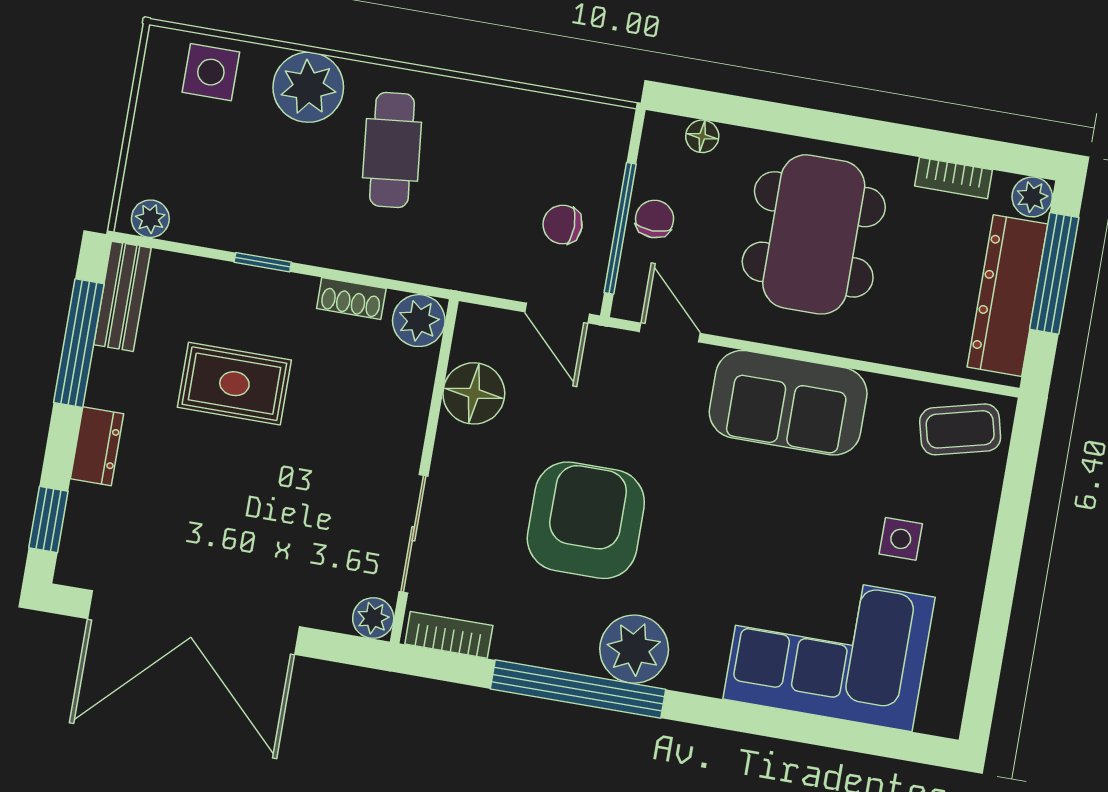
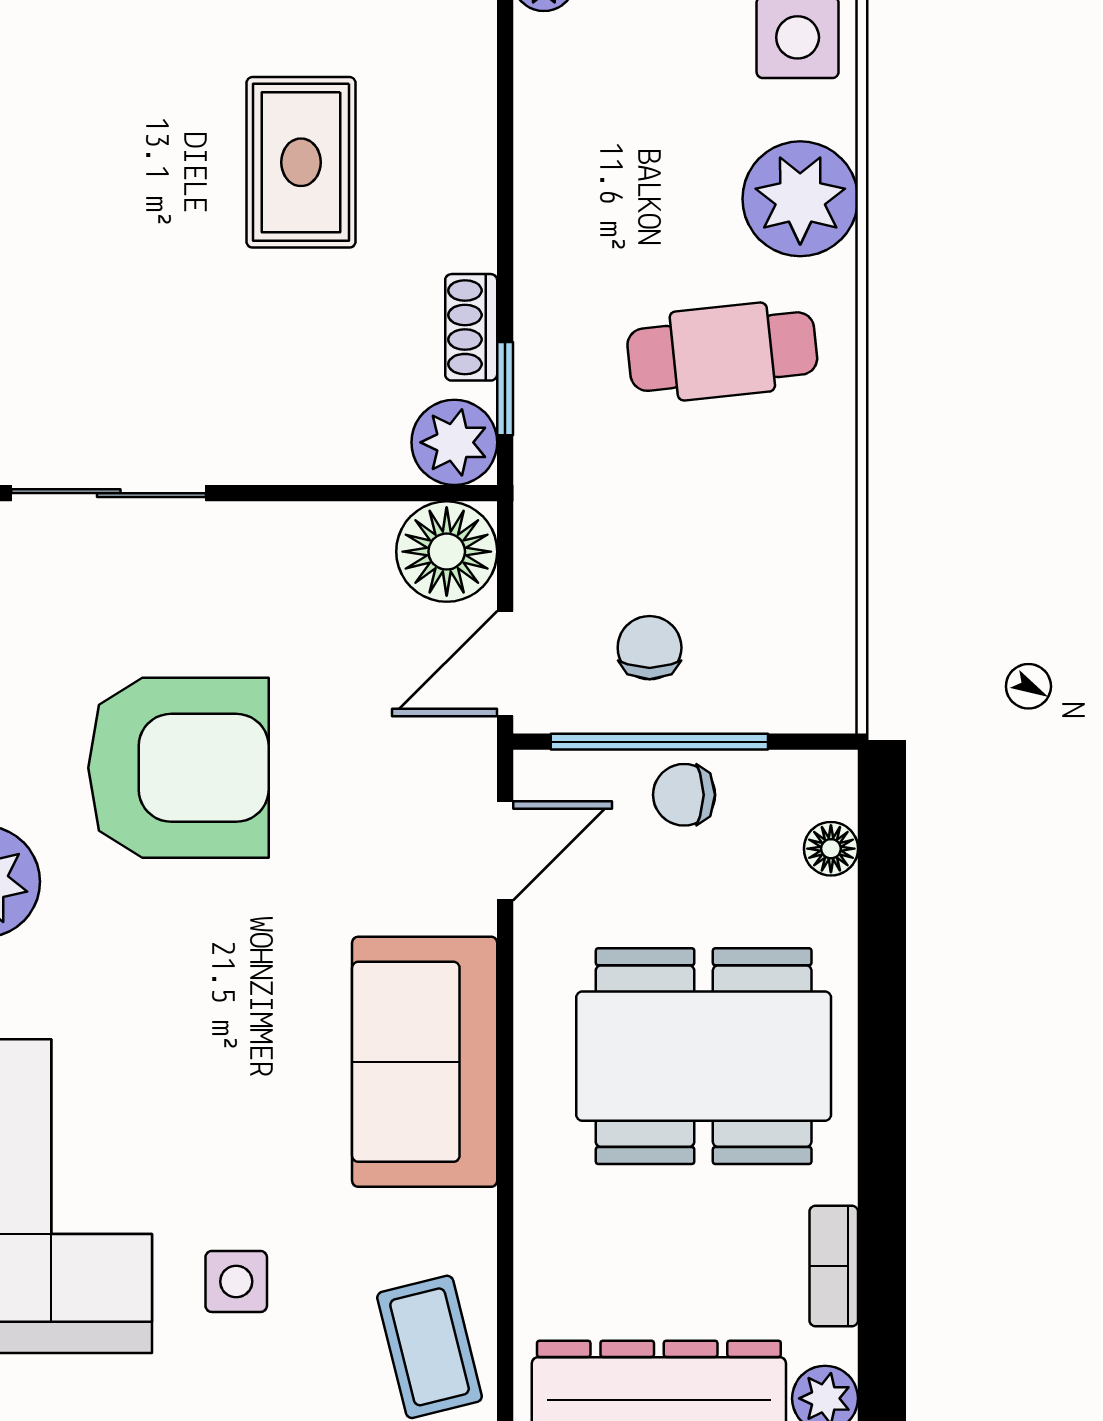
chair: (655, 219) -> (684, 795), turned 180
window: (263, 262) -> (505, 389), moved
floor lamp: (474, 393) -> (447, 552), moved

